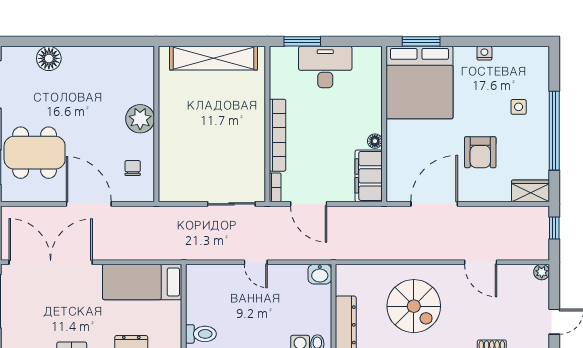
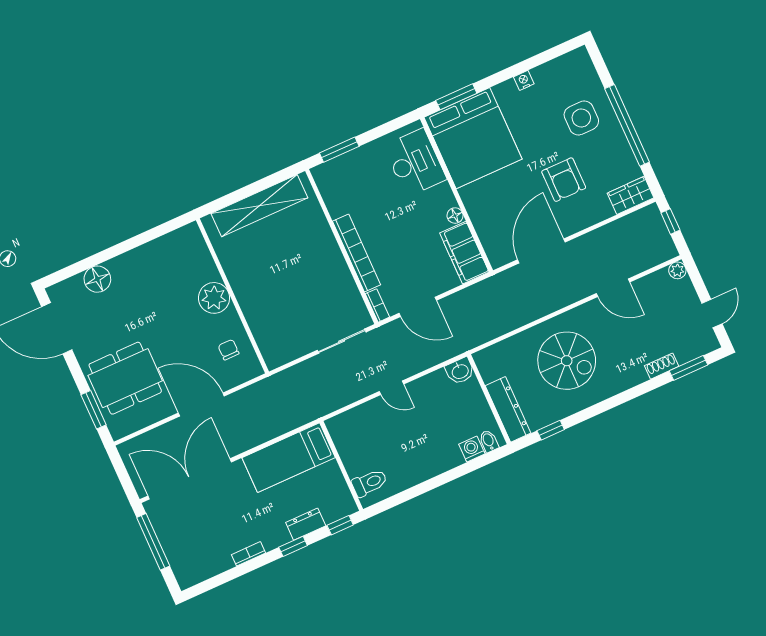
desk: (325, 67) -> (415, 163), moved, turned 90
side table: (519, 107) -> (581, 118), width x1.87, depth x1.87

